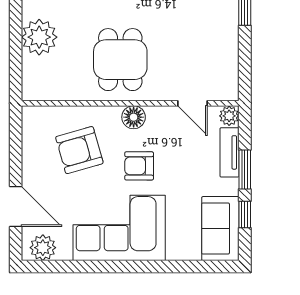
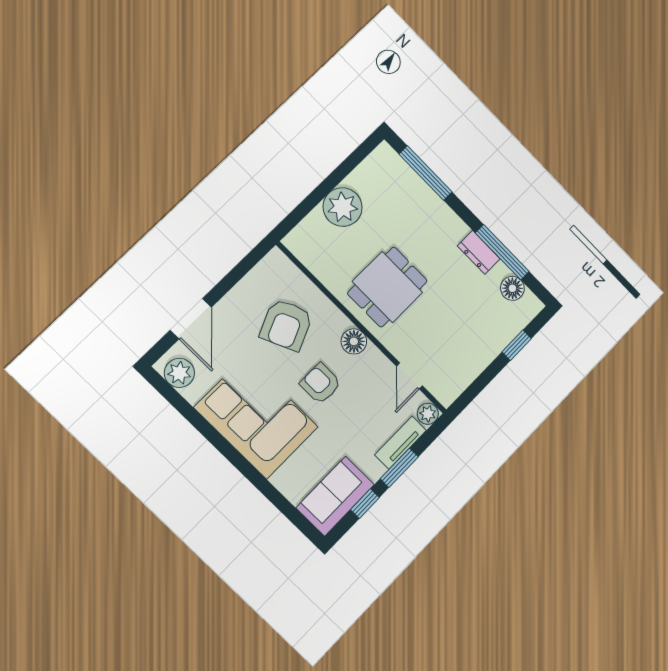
armchair: (79, 150) -> (286, 325), turned -98

